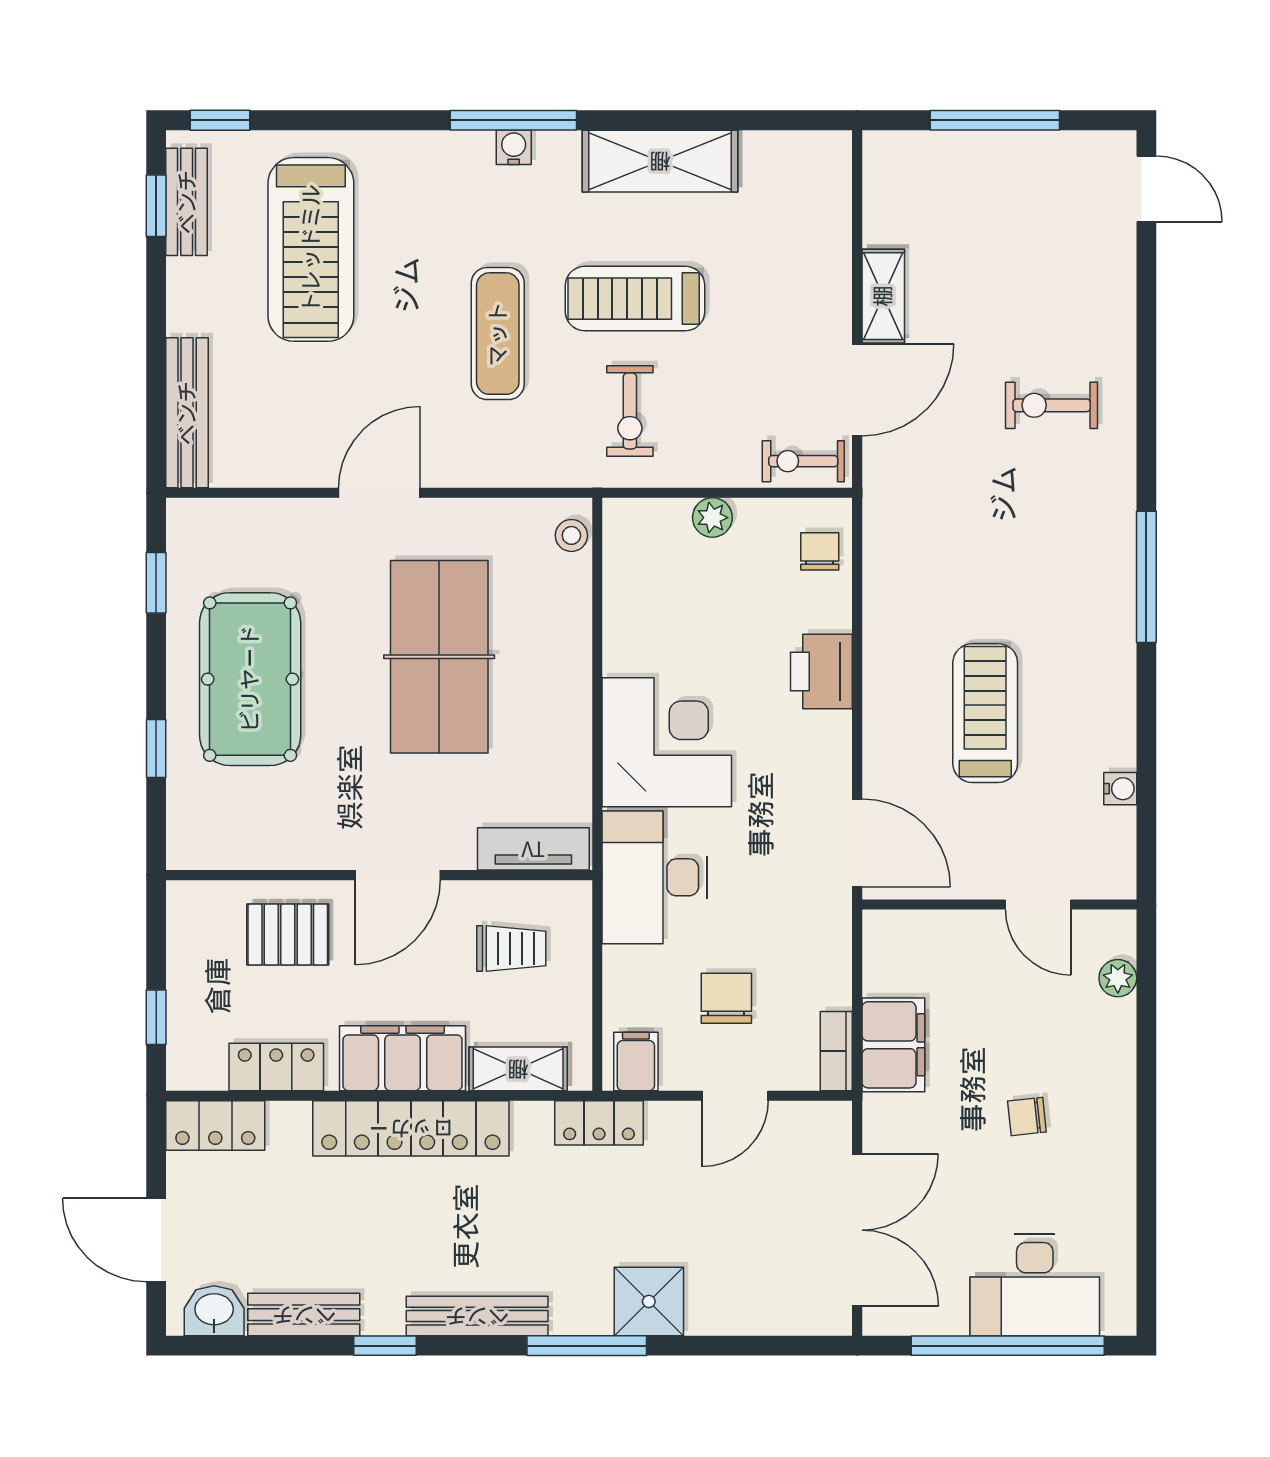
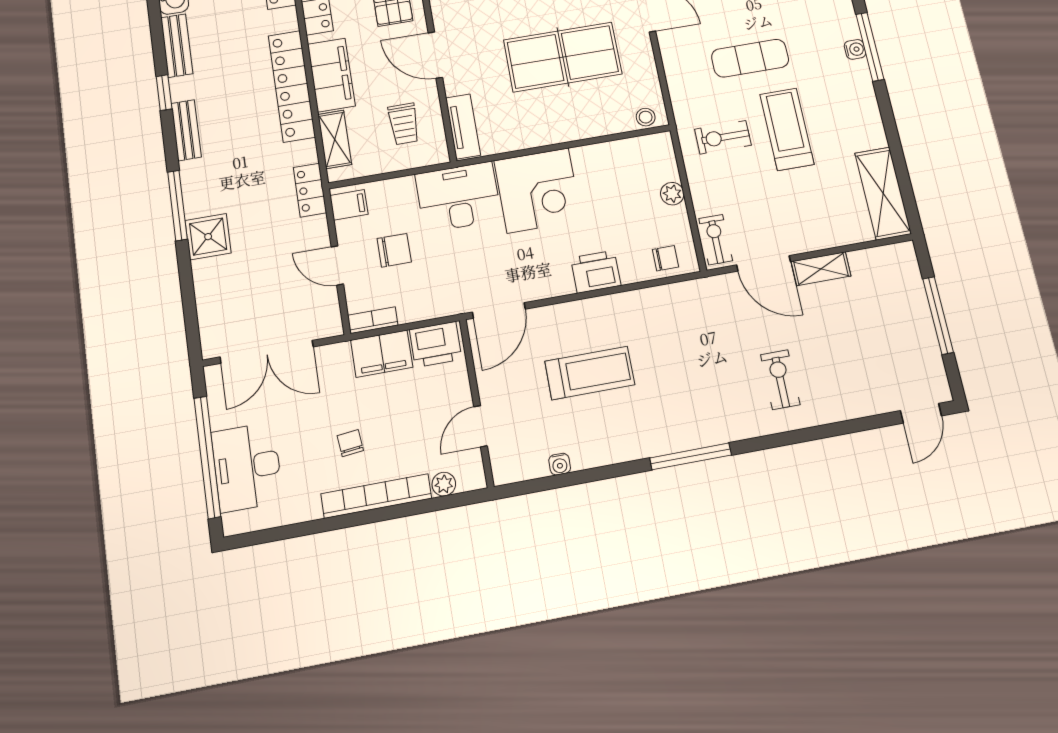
shelving: (660, 161) -> (883, 193), moved
printer: (894, 955) -> (436, 344), added
bookcase: (1117, 1088) -> (376, 496), added
bench: (477, 1316) -> (186, 130), width x0.73

